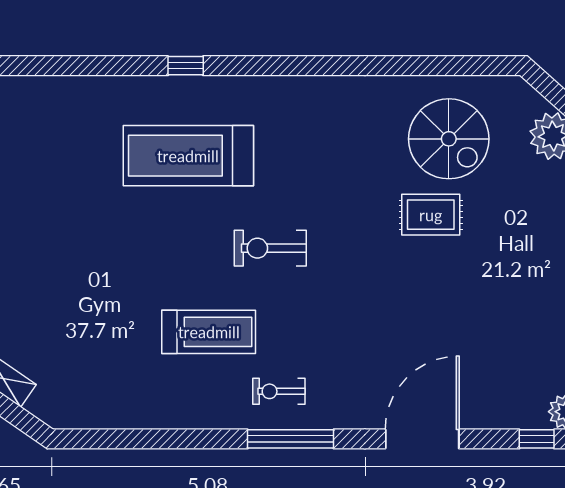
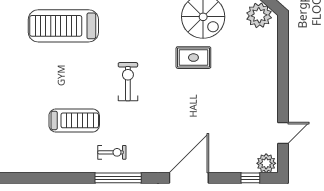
exercise bike: (270, 248) -> (128, 82), moved, turned 90
exercise bike: (279, 391) -> (112, 152), turned 180

